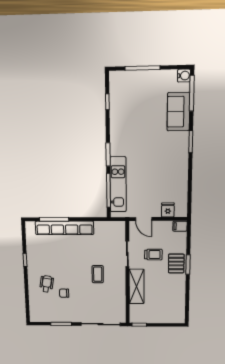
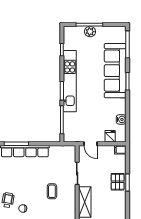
water cooler: (184, 76) -> (121, 119), moved
plant: (143, 77) -> (90, 32), added
sofa: (178, 112) -> (115, 71), width x1.85, depth x1.27
kitchen unit: (118, 184) -> (70, 81), moved, width x1.36
trolley: (153, 255) -> (99, 174), removed

